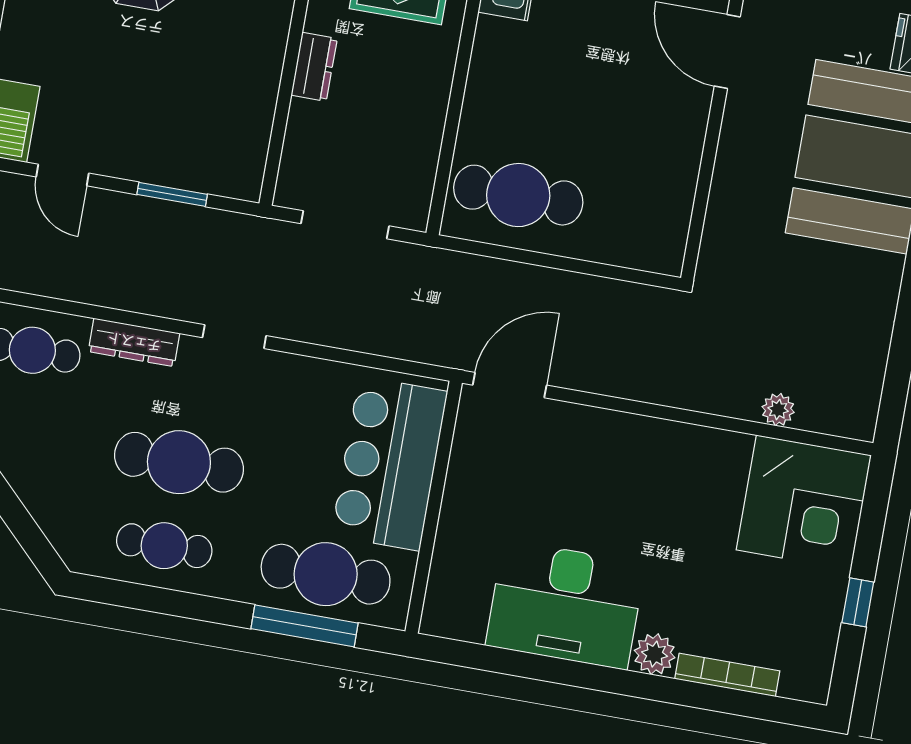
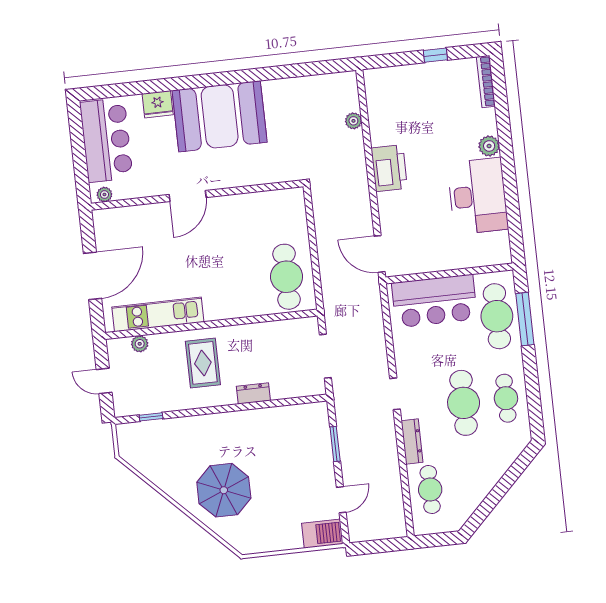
printer: (668, 451) -> (389, 168), added
corner desk: (804, 502) -> (395, 95), removed
bookcase: (727, 675) -> (486, 82), moved

